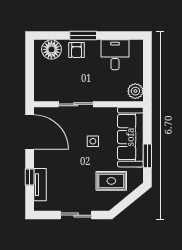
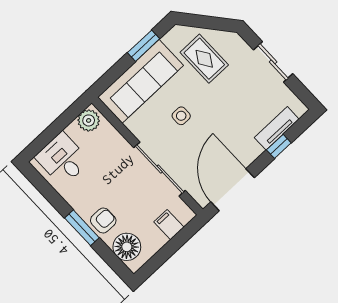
desk: (115, 55) -> (62, 159), moved, turned 90
filing cabinet: (43, 82) -> (169, 225), added
sliding door: (76, 104) -> (160, 169), width x1.37

